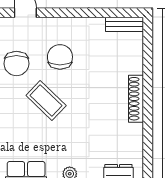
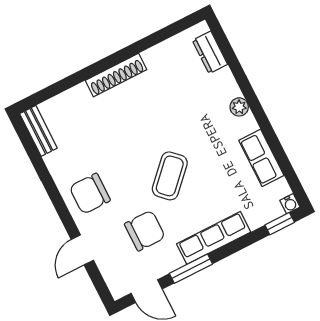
chair: (60, 57) -> (90, 194), moved

